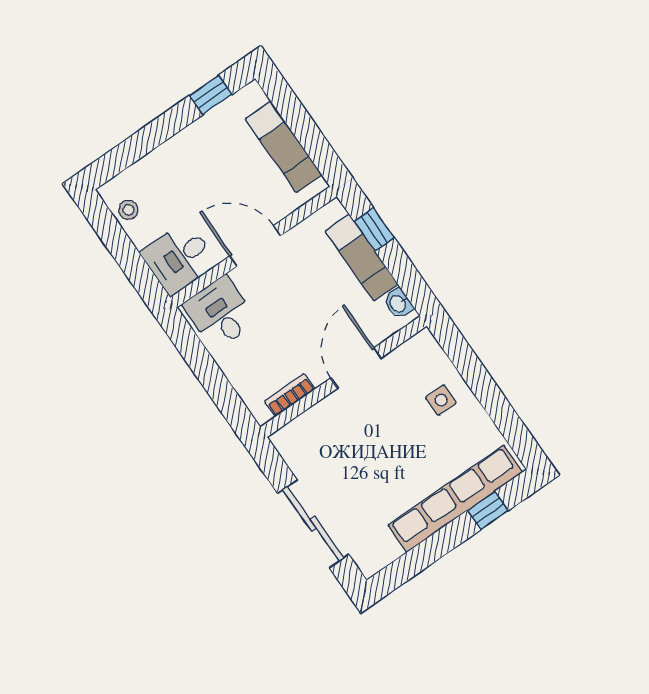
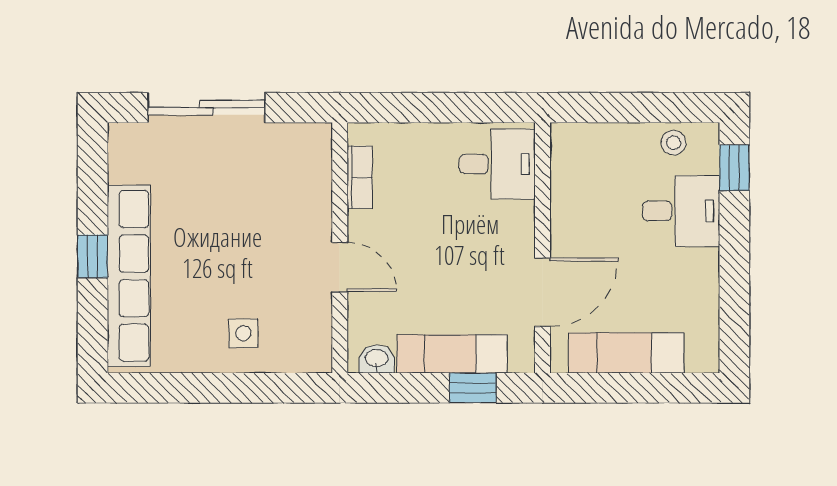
window: (211, 95) -> (734, 168), moved
door: (255, 246) -> (543, 292), moved
desk: (179, 258) -> (681, 211), moved, turned 90
door: (356, 368) -> (340, 267), width x0.73
window: (488, 510) -> (93, 256), moved

